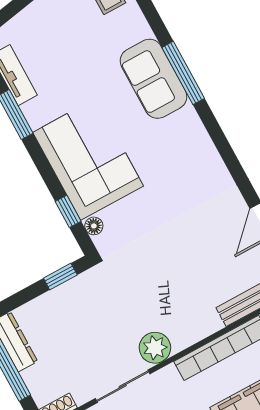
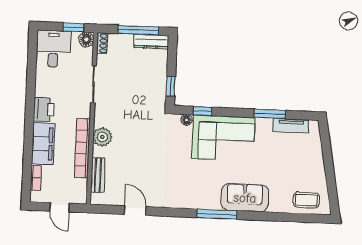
window: (183, 73) -> (217, 214), moved
plant: (155, 348) -> (102, 137), moved

